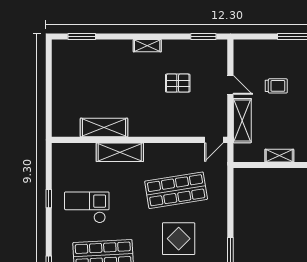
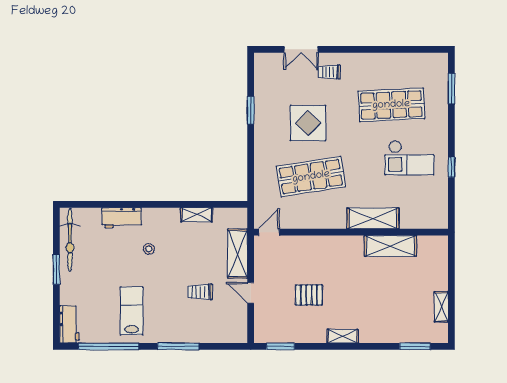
shelving: (58, 72) -> (441, 307), added

